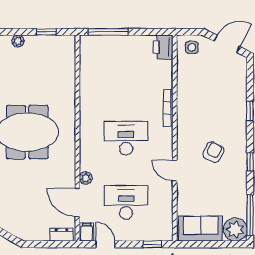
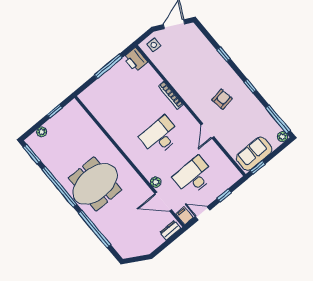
window: (108, 32) -> (108, 66), moved
armchair: (213, 152) -> (222, 99), turned 54
door: (175, 171) -> (207, 131), hinge flipped
plant: (235, 229) -> (282, 137), width x0.53, depth x0.53
window: (152, 244) -> (224, 195), moved
window: (193, 244) -> (258, 167), added

